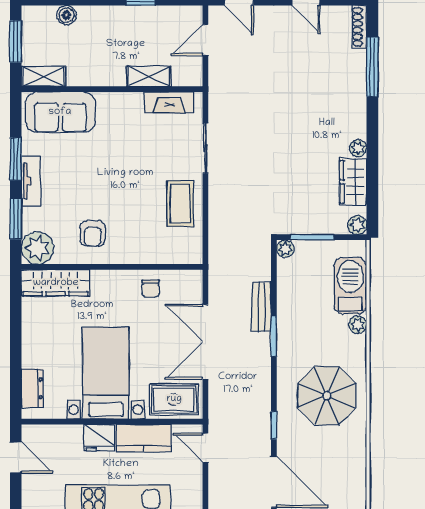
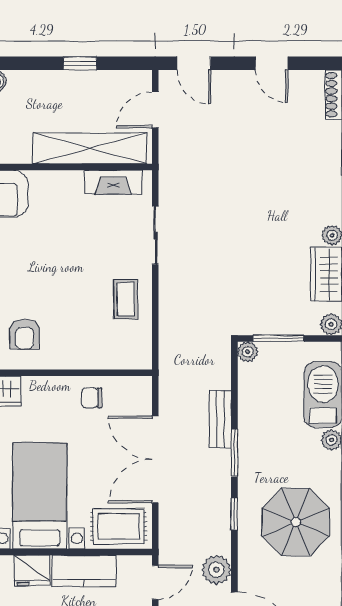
shelving: (149, 76) -> (90, 148), width x2.20, depth x1.33
coffee table: (180, 204) -> (126, 299), width x0.73, depth x0.77
chair: (151, 288) -> (92, 398), turned 90
window: (274, 425) -> (234, 514), moved
plant: (258, 437) -> (216, 570), added
door: (205, 448) -> (155, 582), swing flipped

